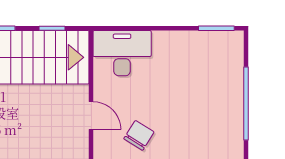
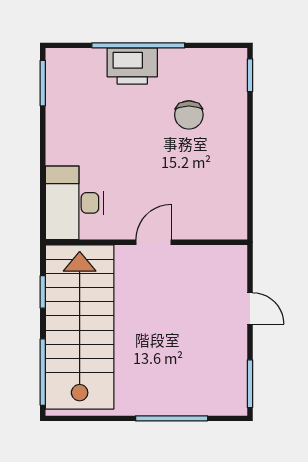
printer: (230, 99) -> (132, 66), added
chair: (139, 135) -> (189, 115), moved, turned -122

